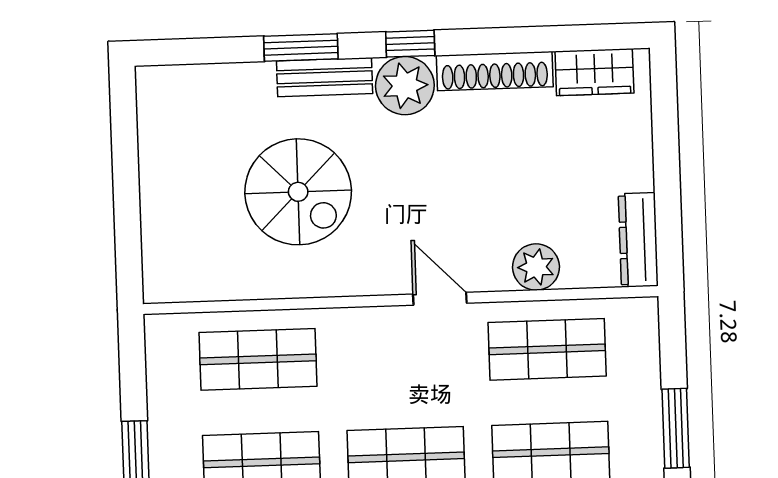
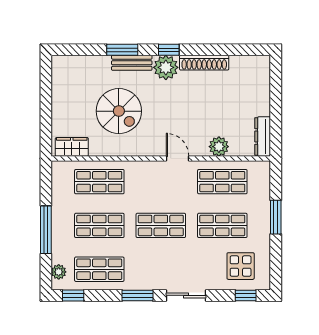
wardrobe: (594, 72) -> (72, 147), moved, turned 180

